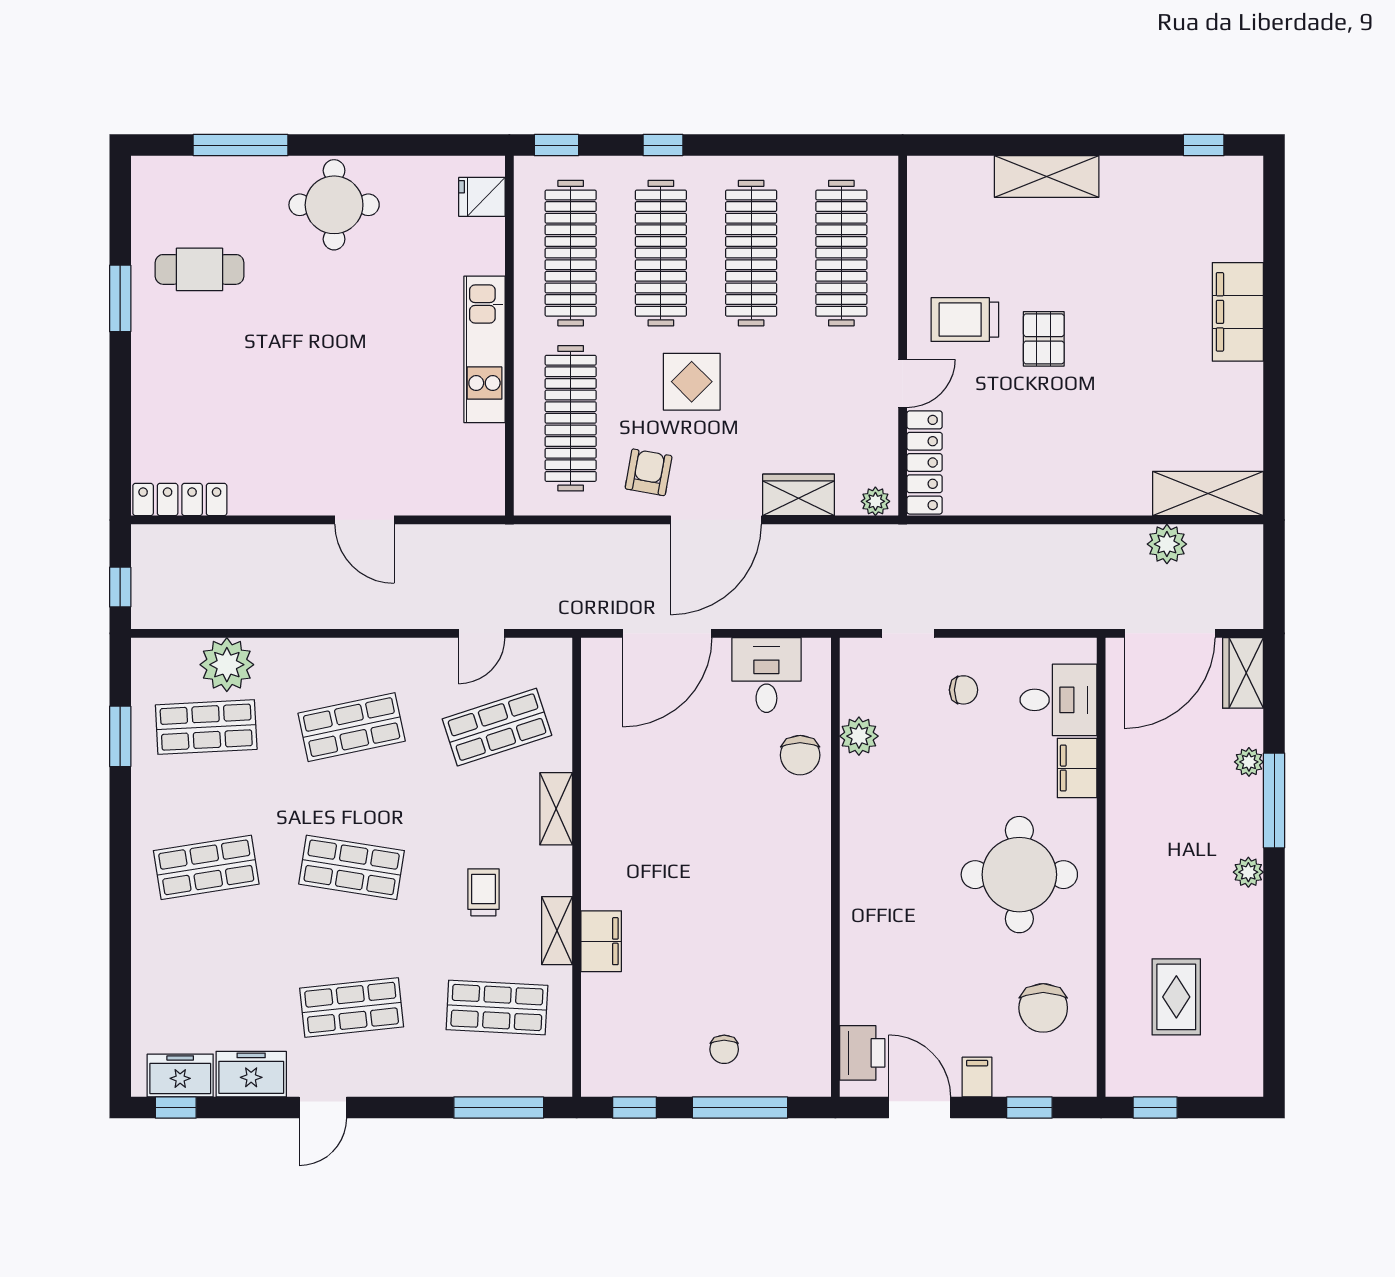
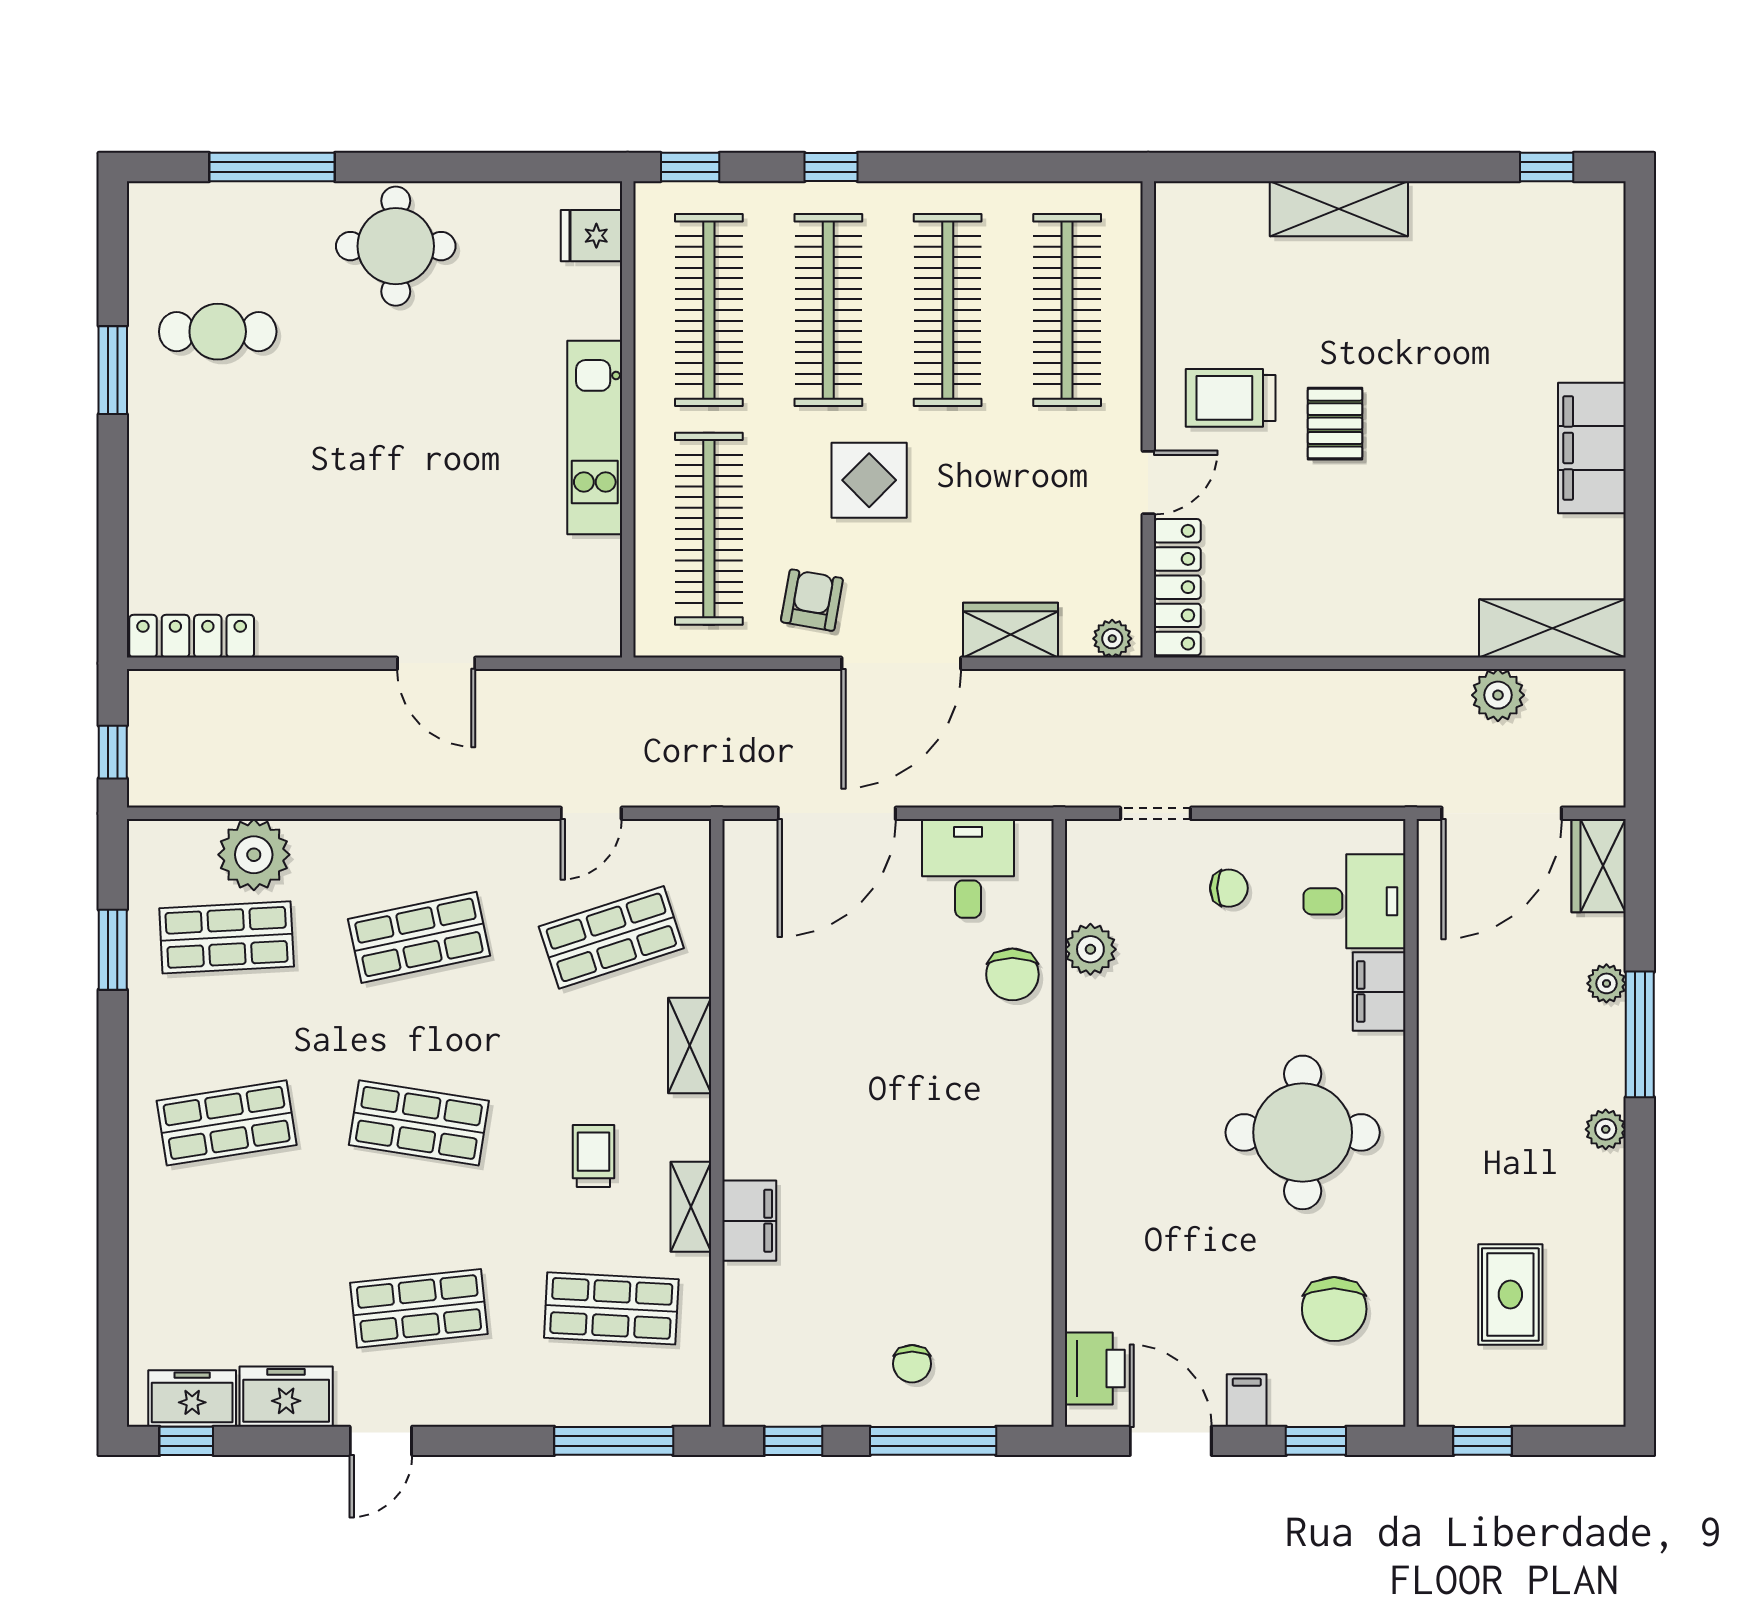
filing cabinet: (1238, 312) -> (1592, 448), moved

